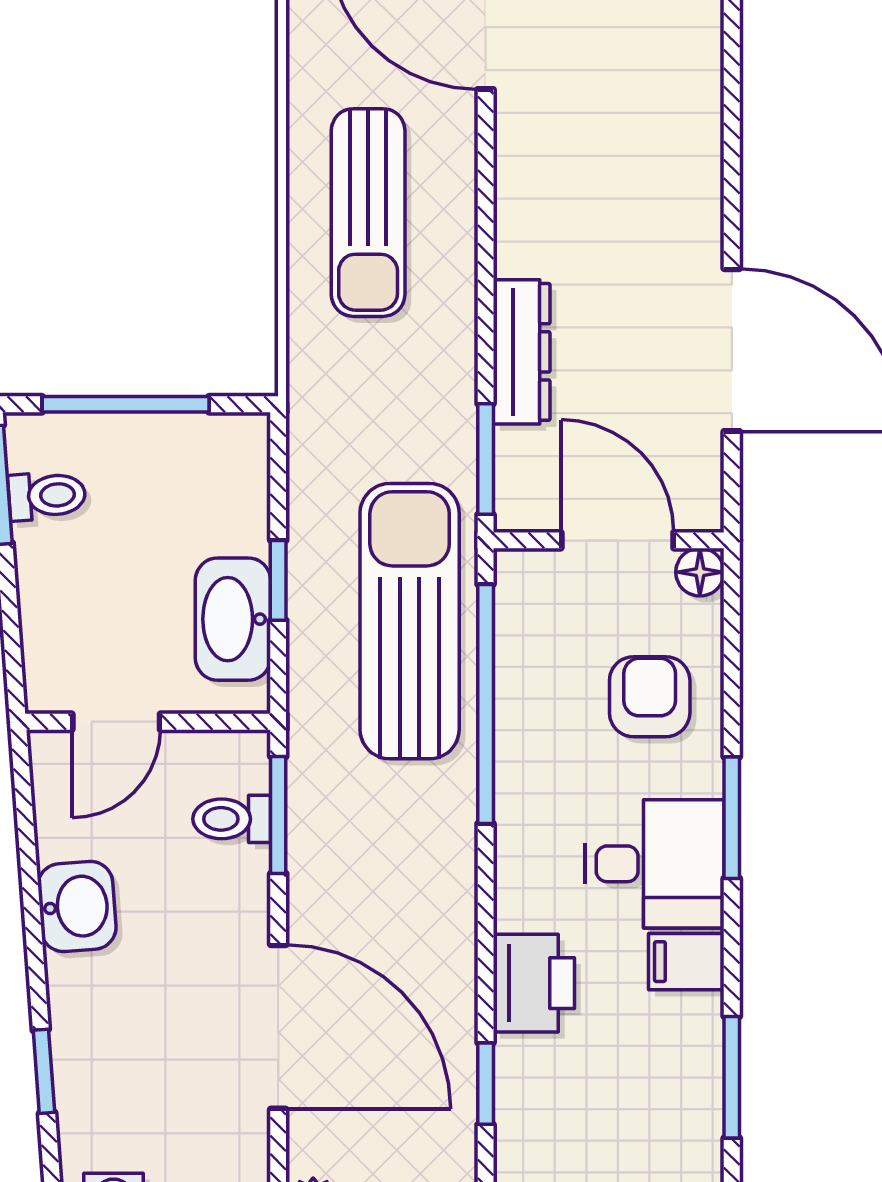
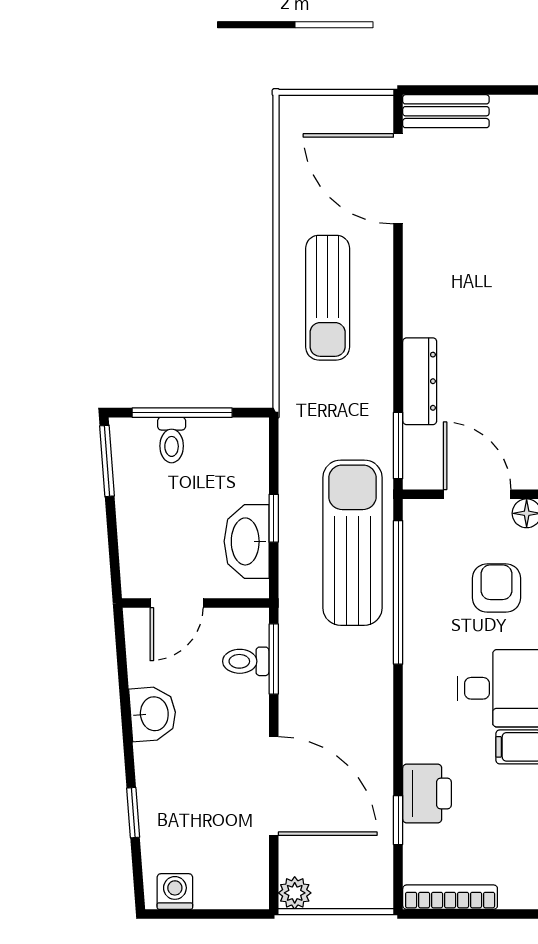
toilet: (47, 496) -> (172, 440), moved, turned 94
printer: (534, 983) -> (427, 794), moved

